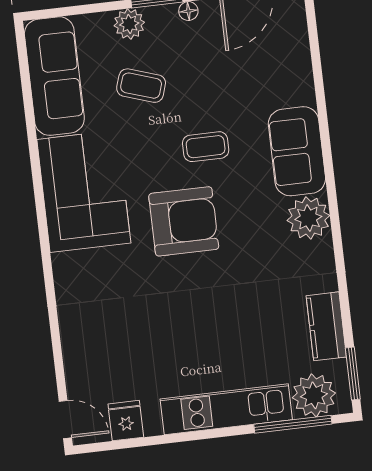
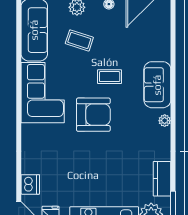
plant: (308, 218) -> (165, 121), width x0.53, depth x0.53
dishwasher: (81, 366) -> (30, 184), added

